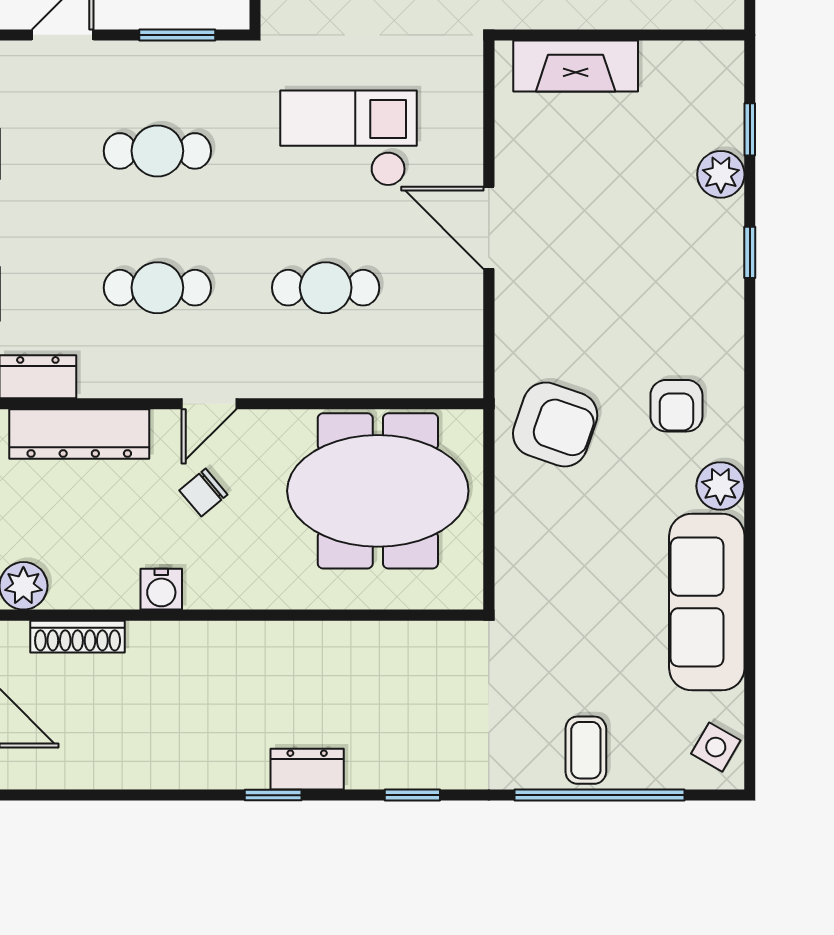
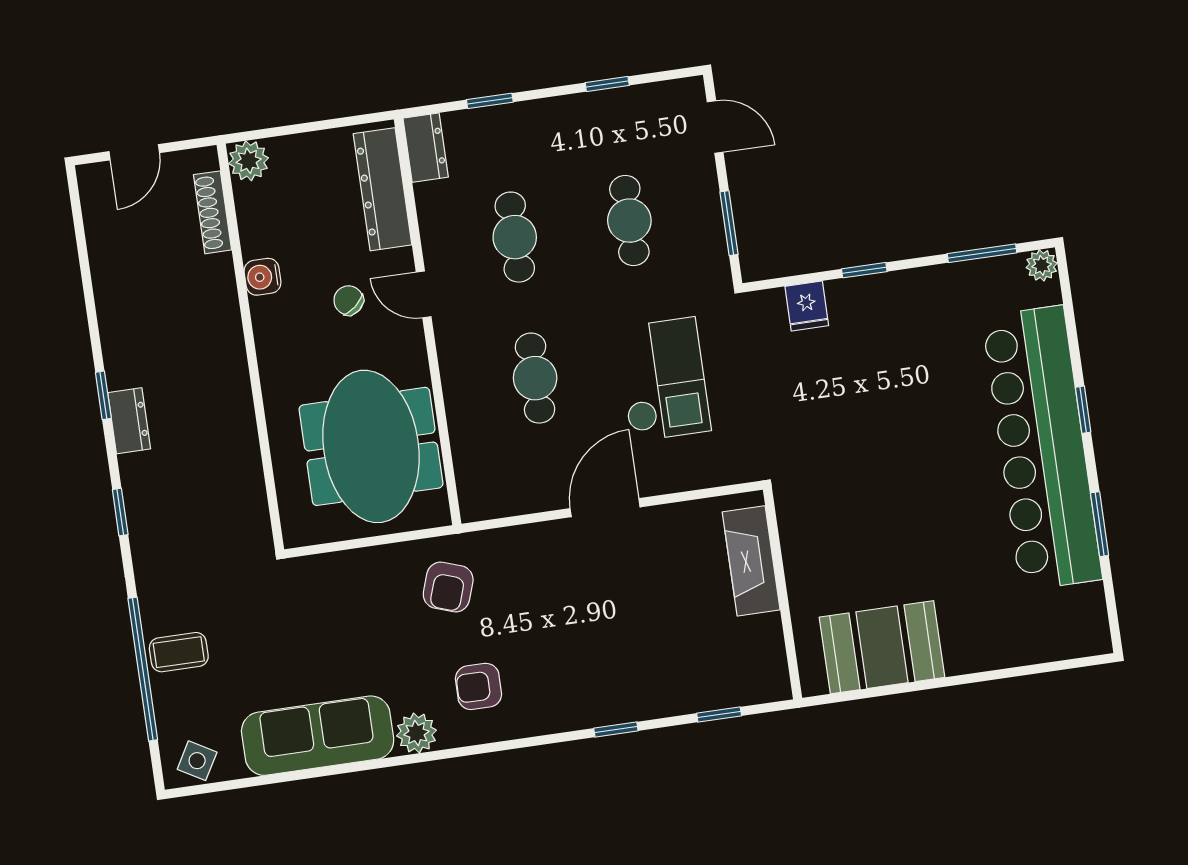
plant: (721, 174) -> (678, 696), removed
armchair: (555, 424) -> (448, 587), width x0.72, depth x0.72

